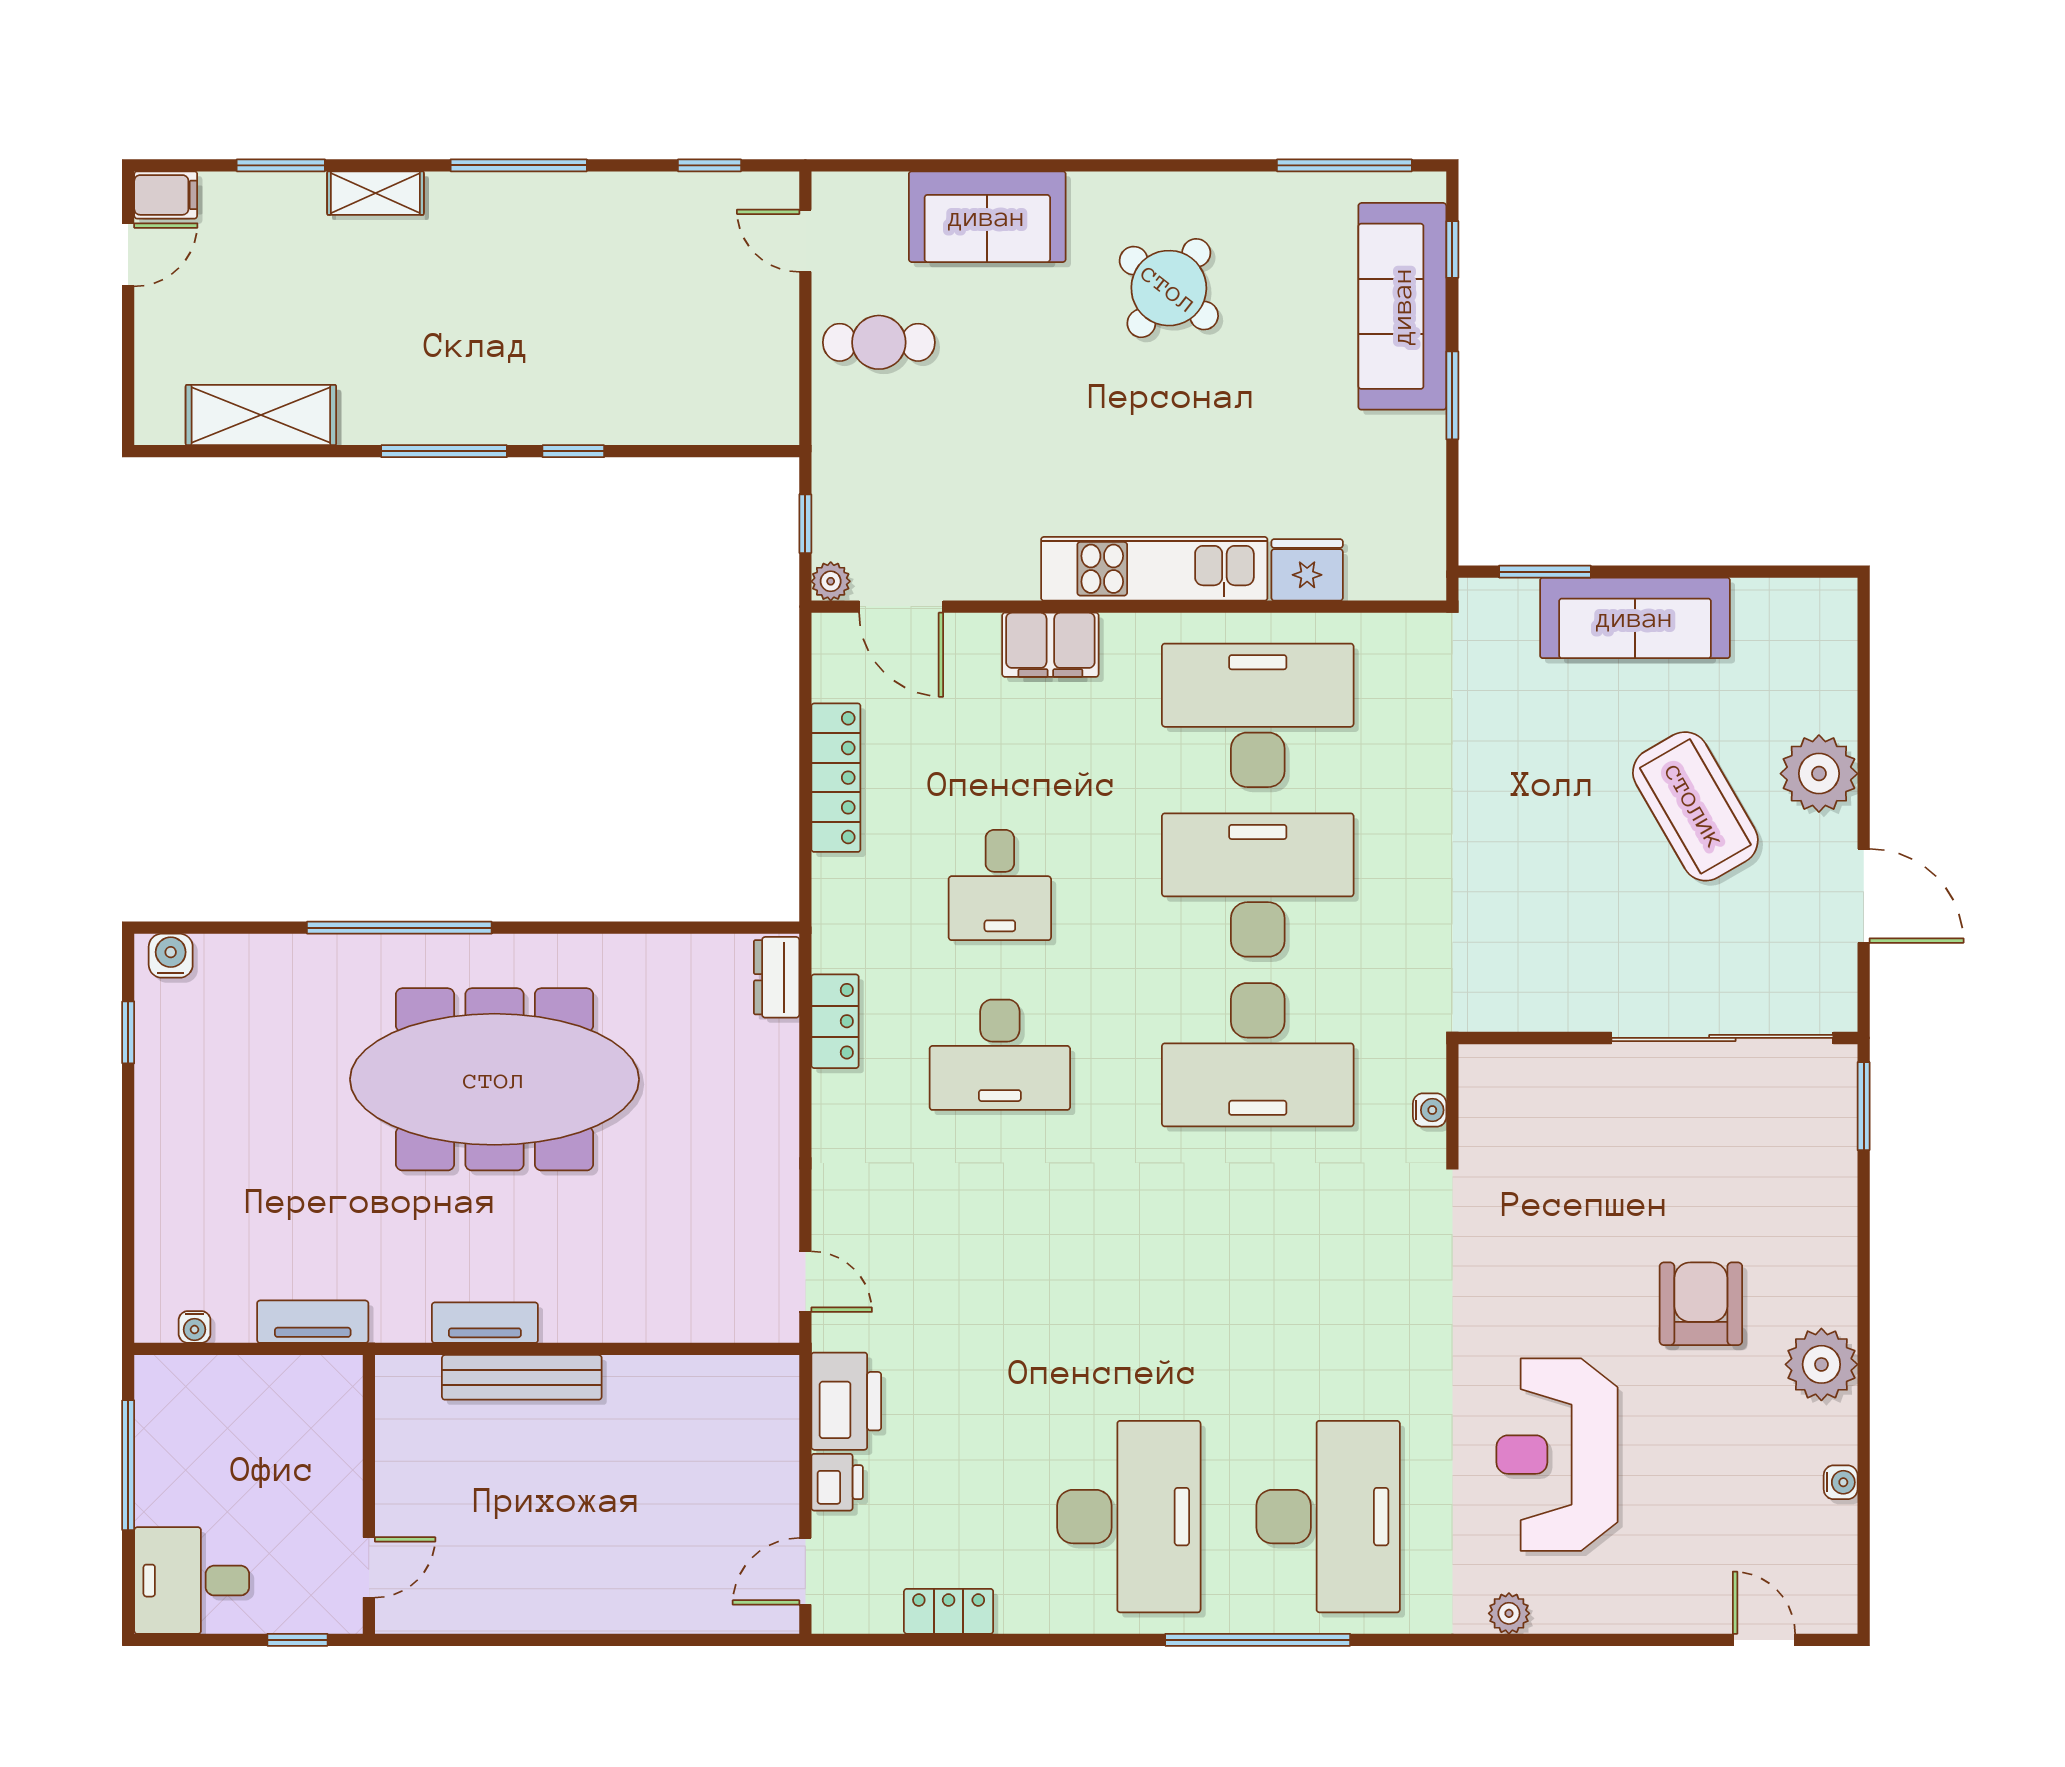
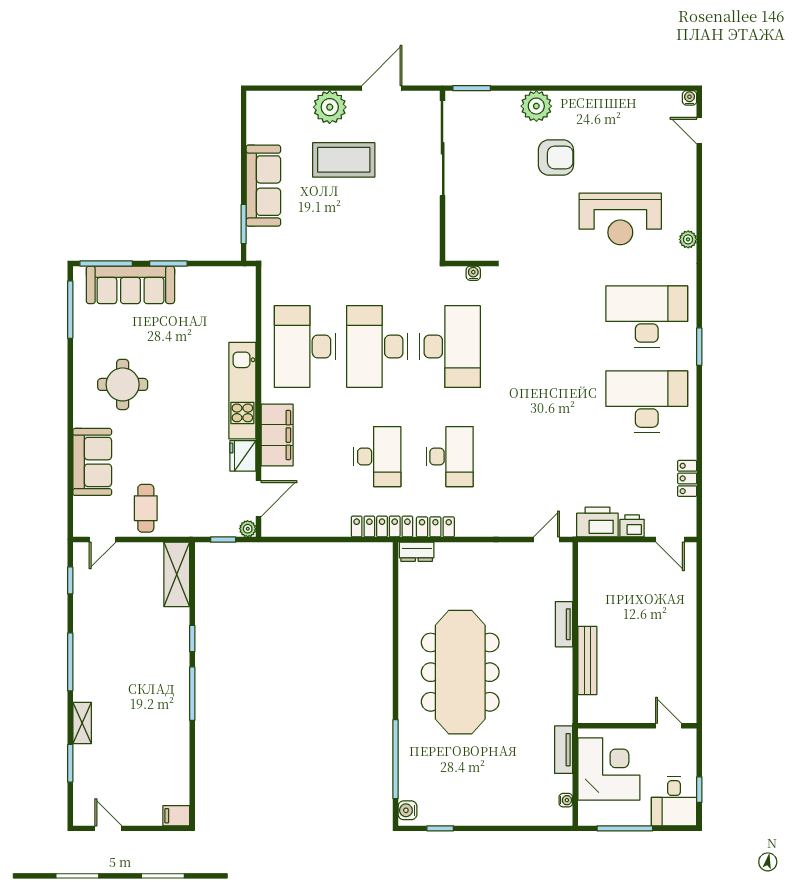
filing cabinet: (166, 195) -> (176, 816), moved, turned -90
window: (1452, 250) -> (106, 264), width x2.17
round table: (1169, 288) -> (123, 384), turned -38
shelving: (261, 415) -> (177, 574), moved
fridge: (1307, 570) -> (243, 456), moved
filing cabinet: (1050, 645) -> (277, 435), width x1.50, depth x1.17
locker: (836, 778) -> (382, 527), moved
coffee table: (1695, 806) -> (344, 160), turned 30
desk: (1000, 885) -> (377, 457), width x1.37
window: (399, 928) -> (395, 759), moved
armchair: (1701, 1304) -> (556, 157), turned 180
tv unit: (485, 1323) -> (564, 624), moved
plant: (1821, 1364) -> (536, 106), moved
corner desk: (268, 1428) -> (609, 769), added
water cooler: (1841, 1482) -> (690, 98), moved
window: (297, 1640) -> (699, 790), moved
window: (1258, 1640) -> (699, 347), width x0.47
door: (1764, 1640) -> (699, 131), hinge flipped

